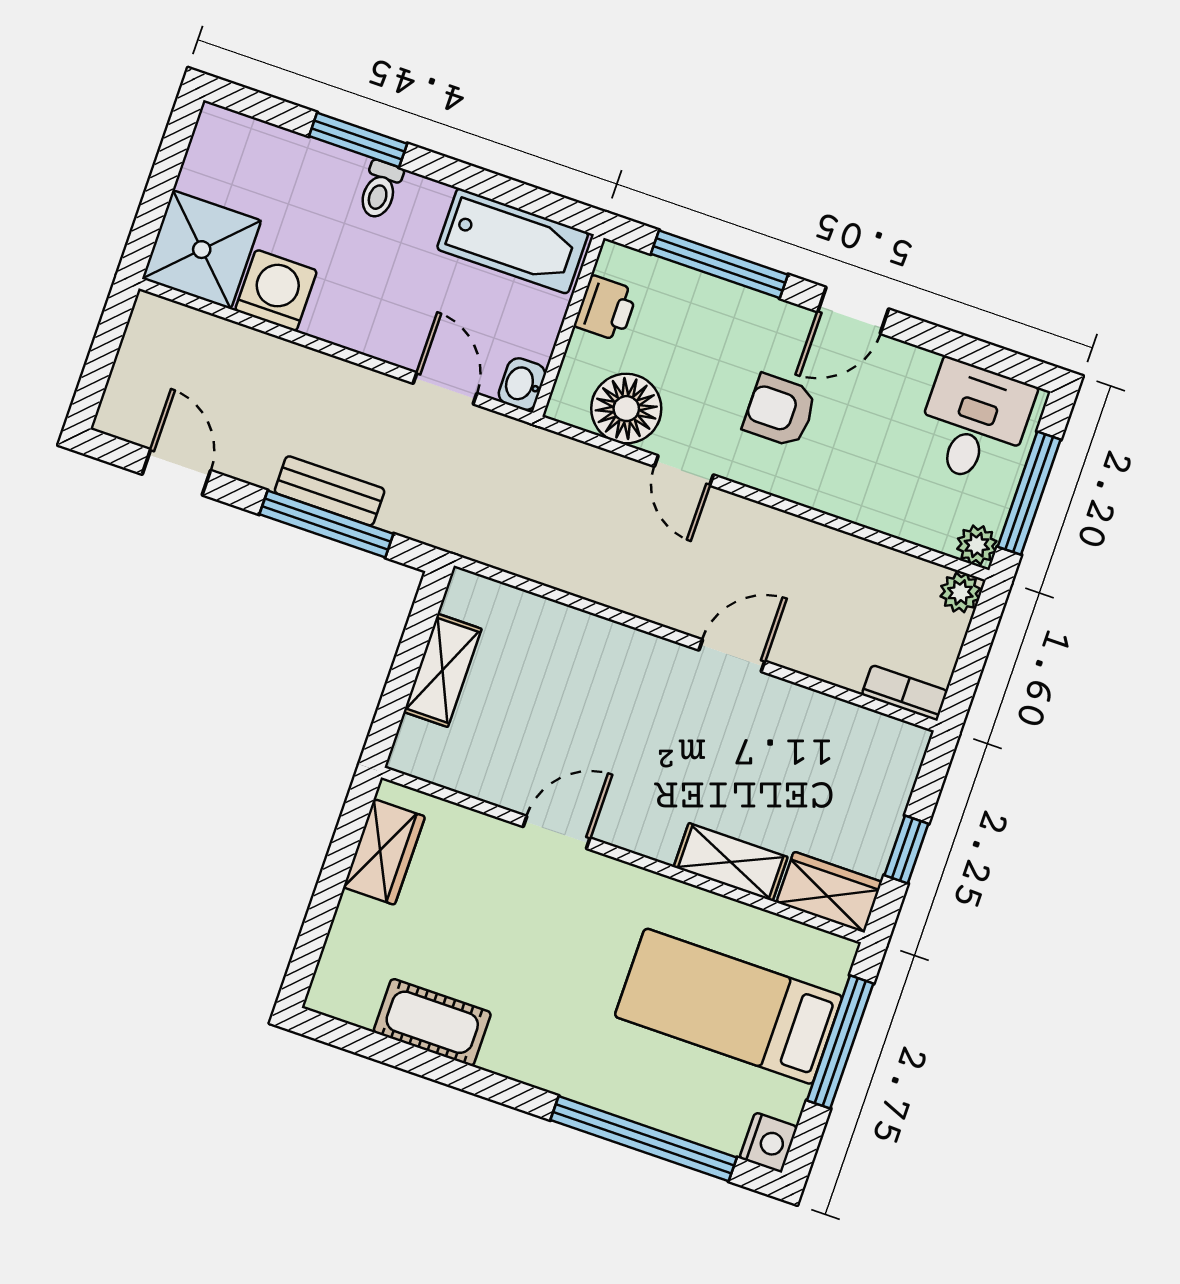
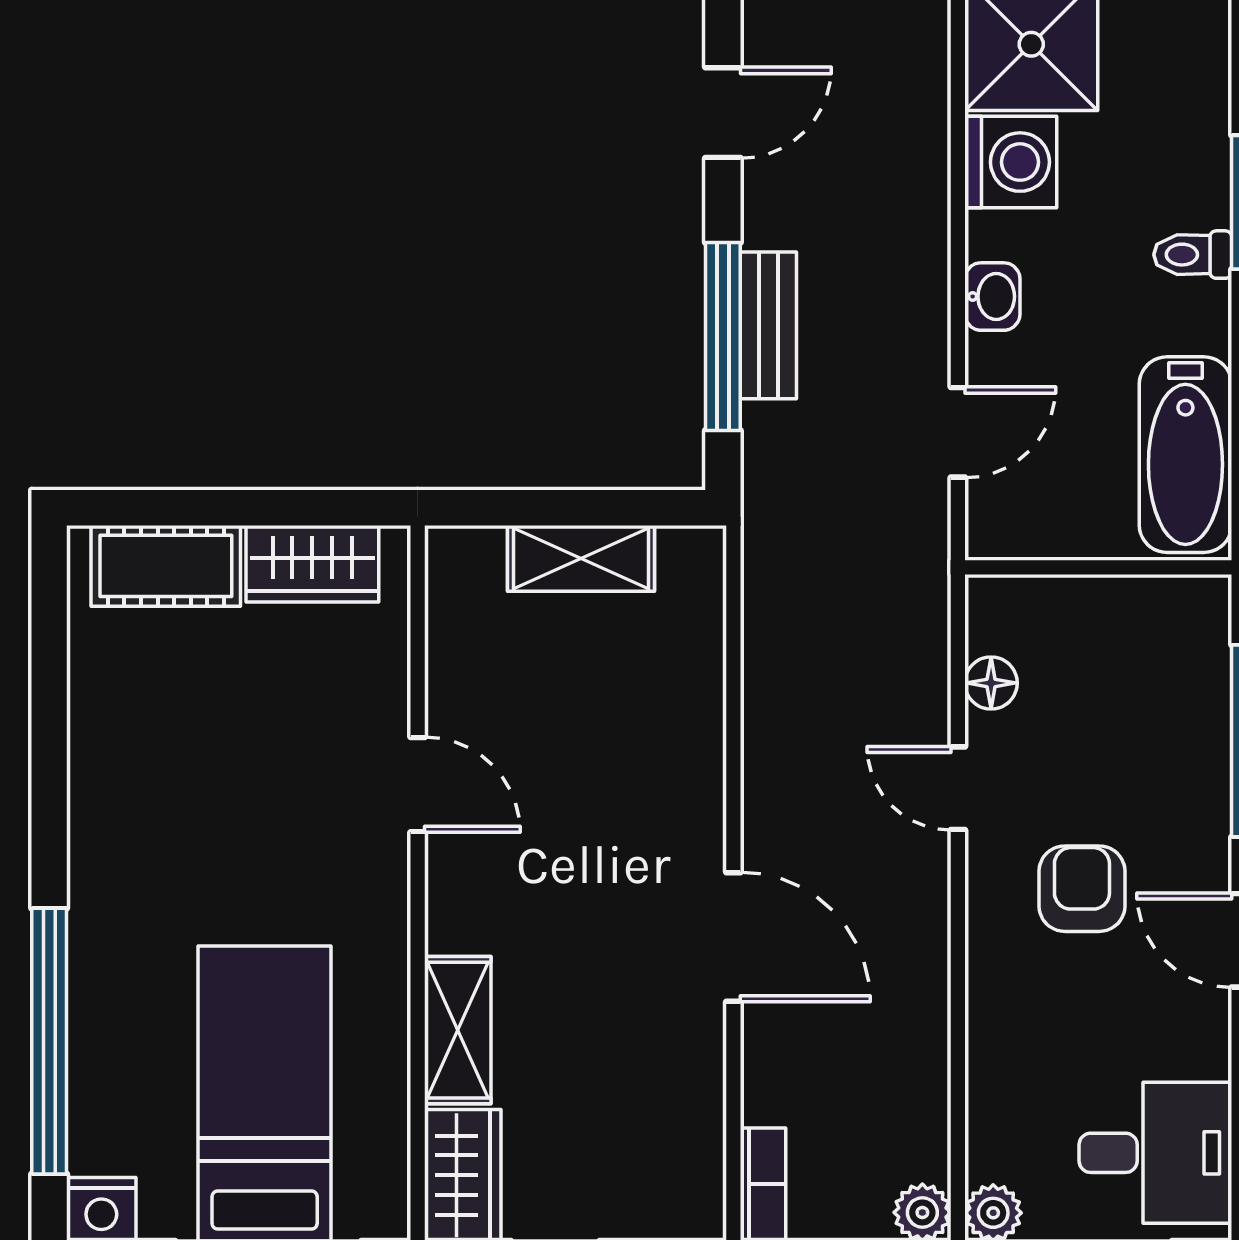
printer: (606, 308) -> (1138, 610), removed
washbasin: (522, 384) -> (992, 297), moved, turned 90
floor lamp: (626, 409) -> (991, 683), width x0.53, depth x0.53
door: (684, 471) -> (958, 788), hinge flipped
door: (732, 656) -> (733, 937), width x1.38
cot: (432, 1022) -> (166, 566), moved, turned 90

